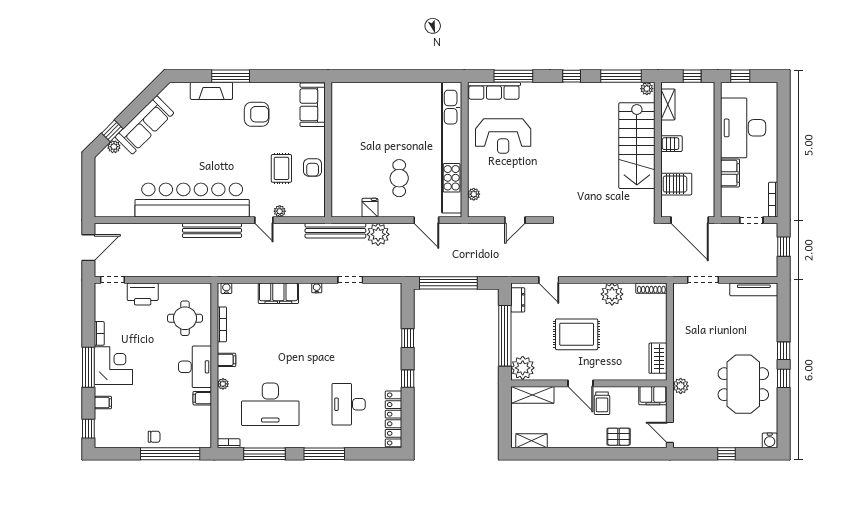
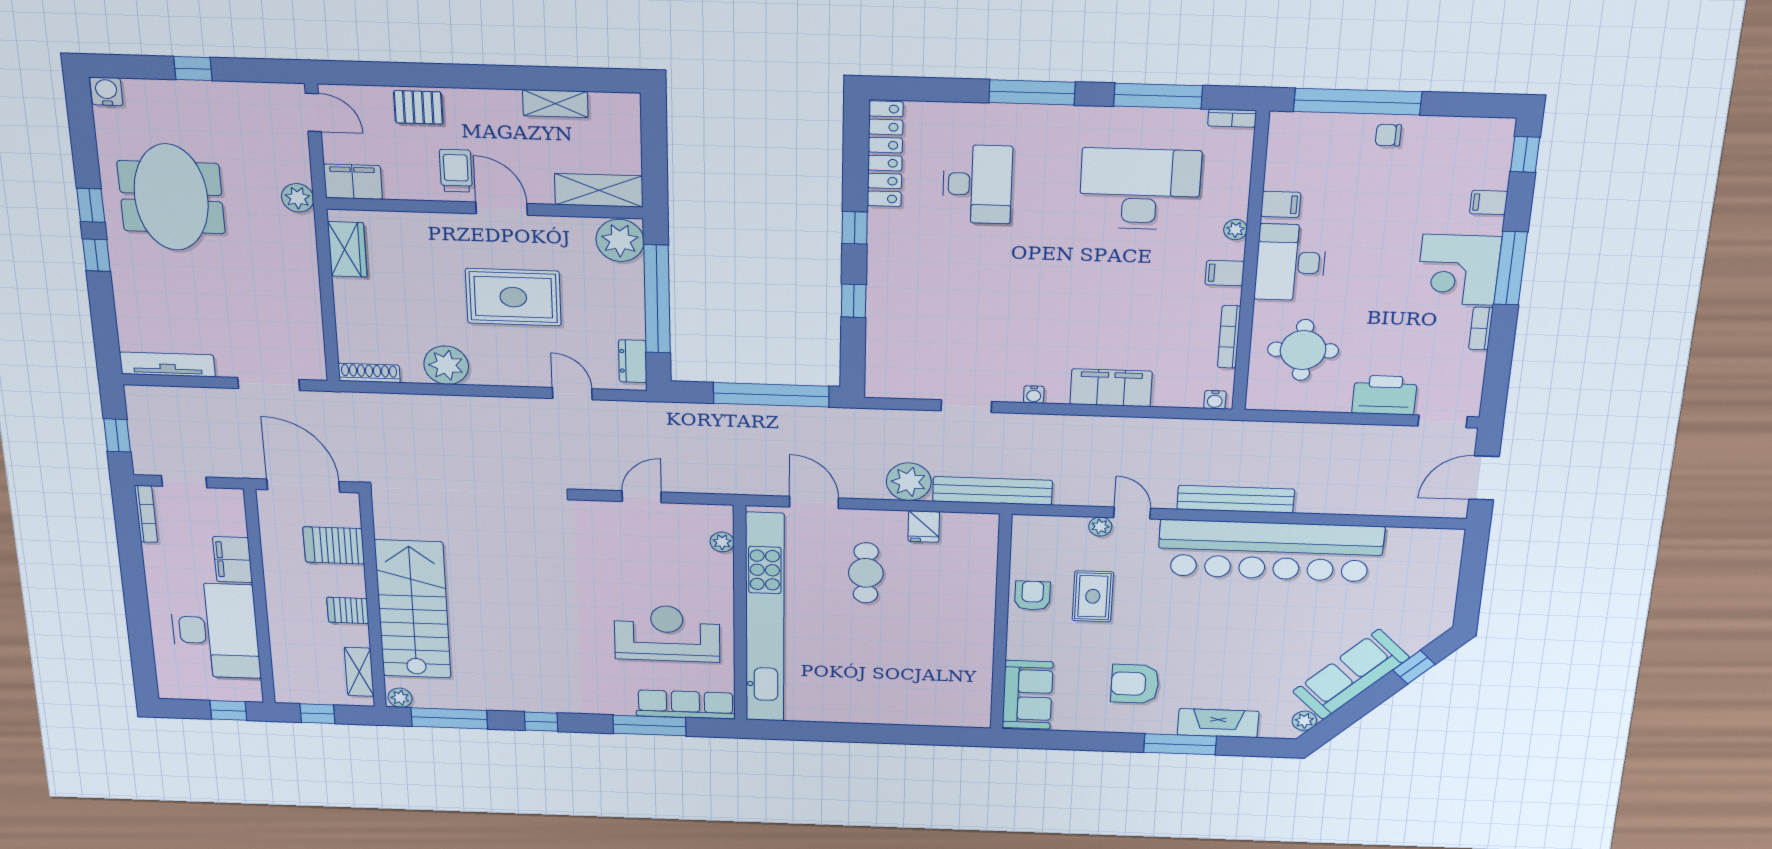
plant: (114, 147) -> (1304, 721), moved
shelving: (531, 441) -> (555, 104), moved

